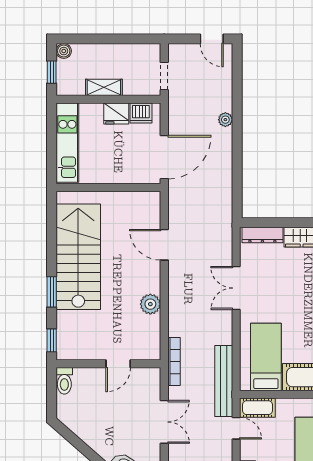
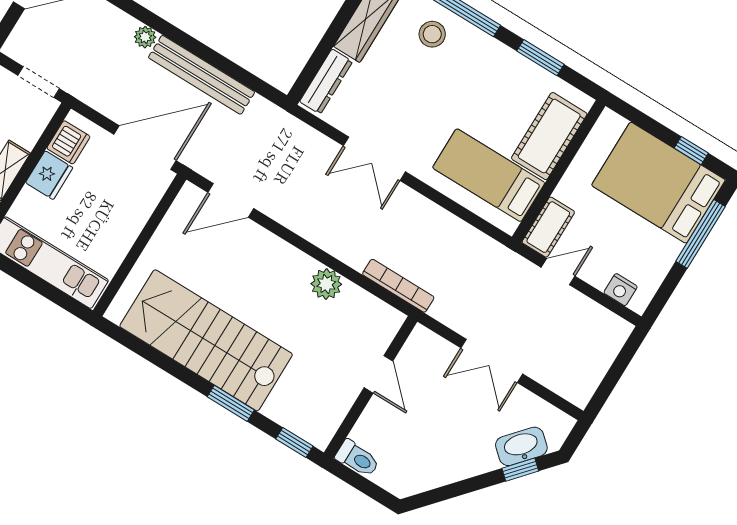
door: (164, 157) -> (145, 148), hinge flipped
door: (164, 245) -> (231, 200), moved
bookcase: (174, 362) -> (398, 286), moved
bench: (224, 381) -> (202, 75), moved
double door: (164, 422) -> (492, 361), swing flipped

